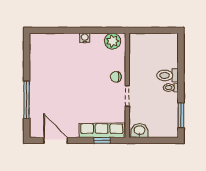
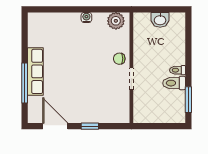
toilet: (167, 75) -> (174, 83), moved
row of seats: (102, 130) -> (35, 71), moved, turned 90
washbasin: (140, 131) -> (160, 20), moved, turned 180
window: (102, 140) -> (90, 126), moved

